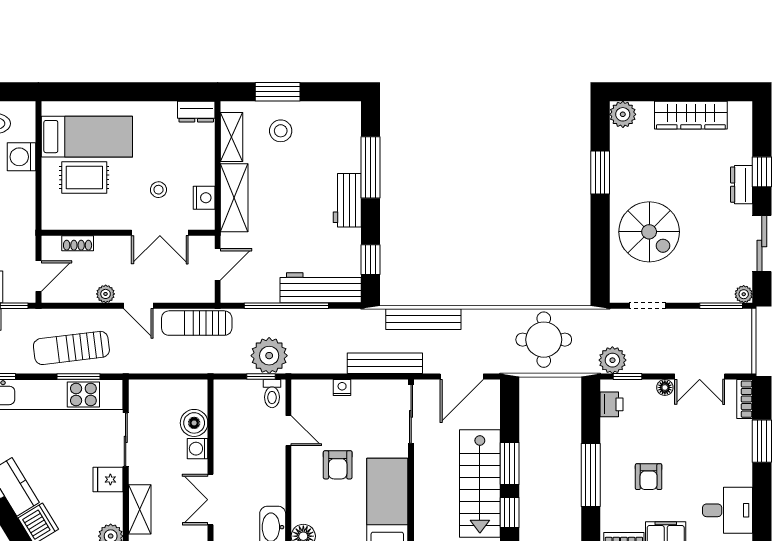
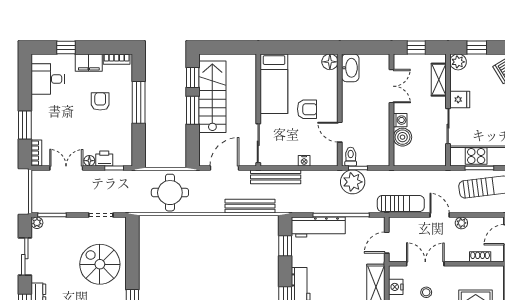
plant: (612, 360) -> (124, 179), removed
printer: (612, 404) -> (104, 159), moved, turned 90
armchair: (338, 465) -> (307, 109), turned 90

